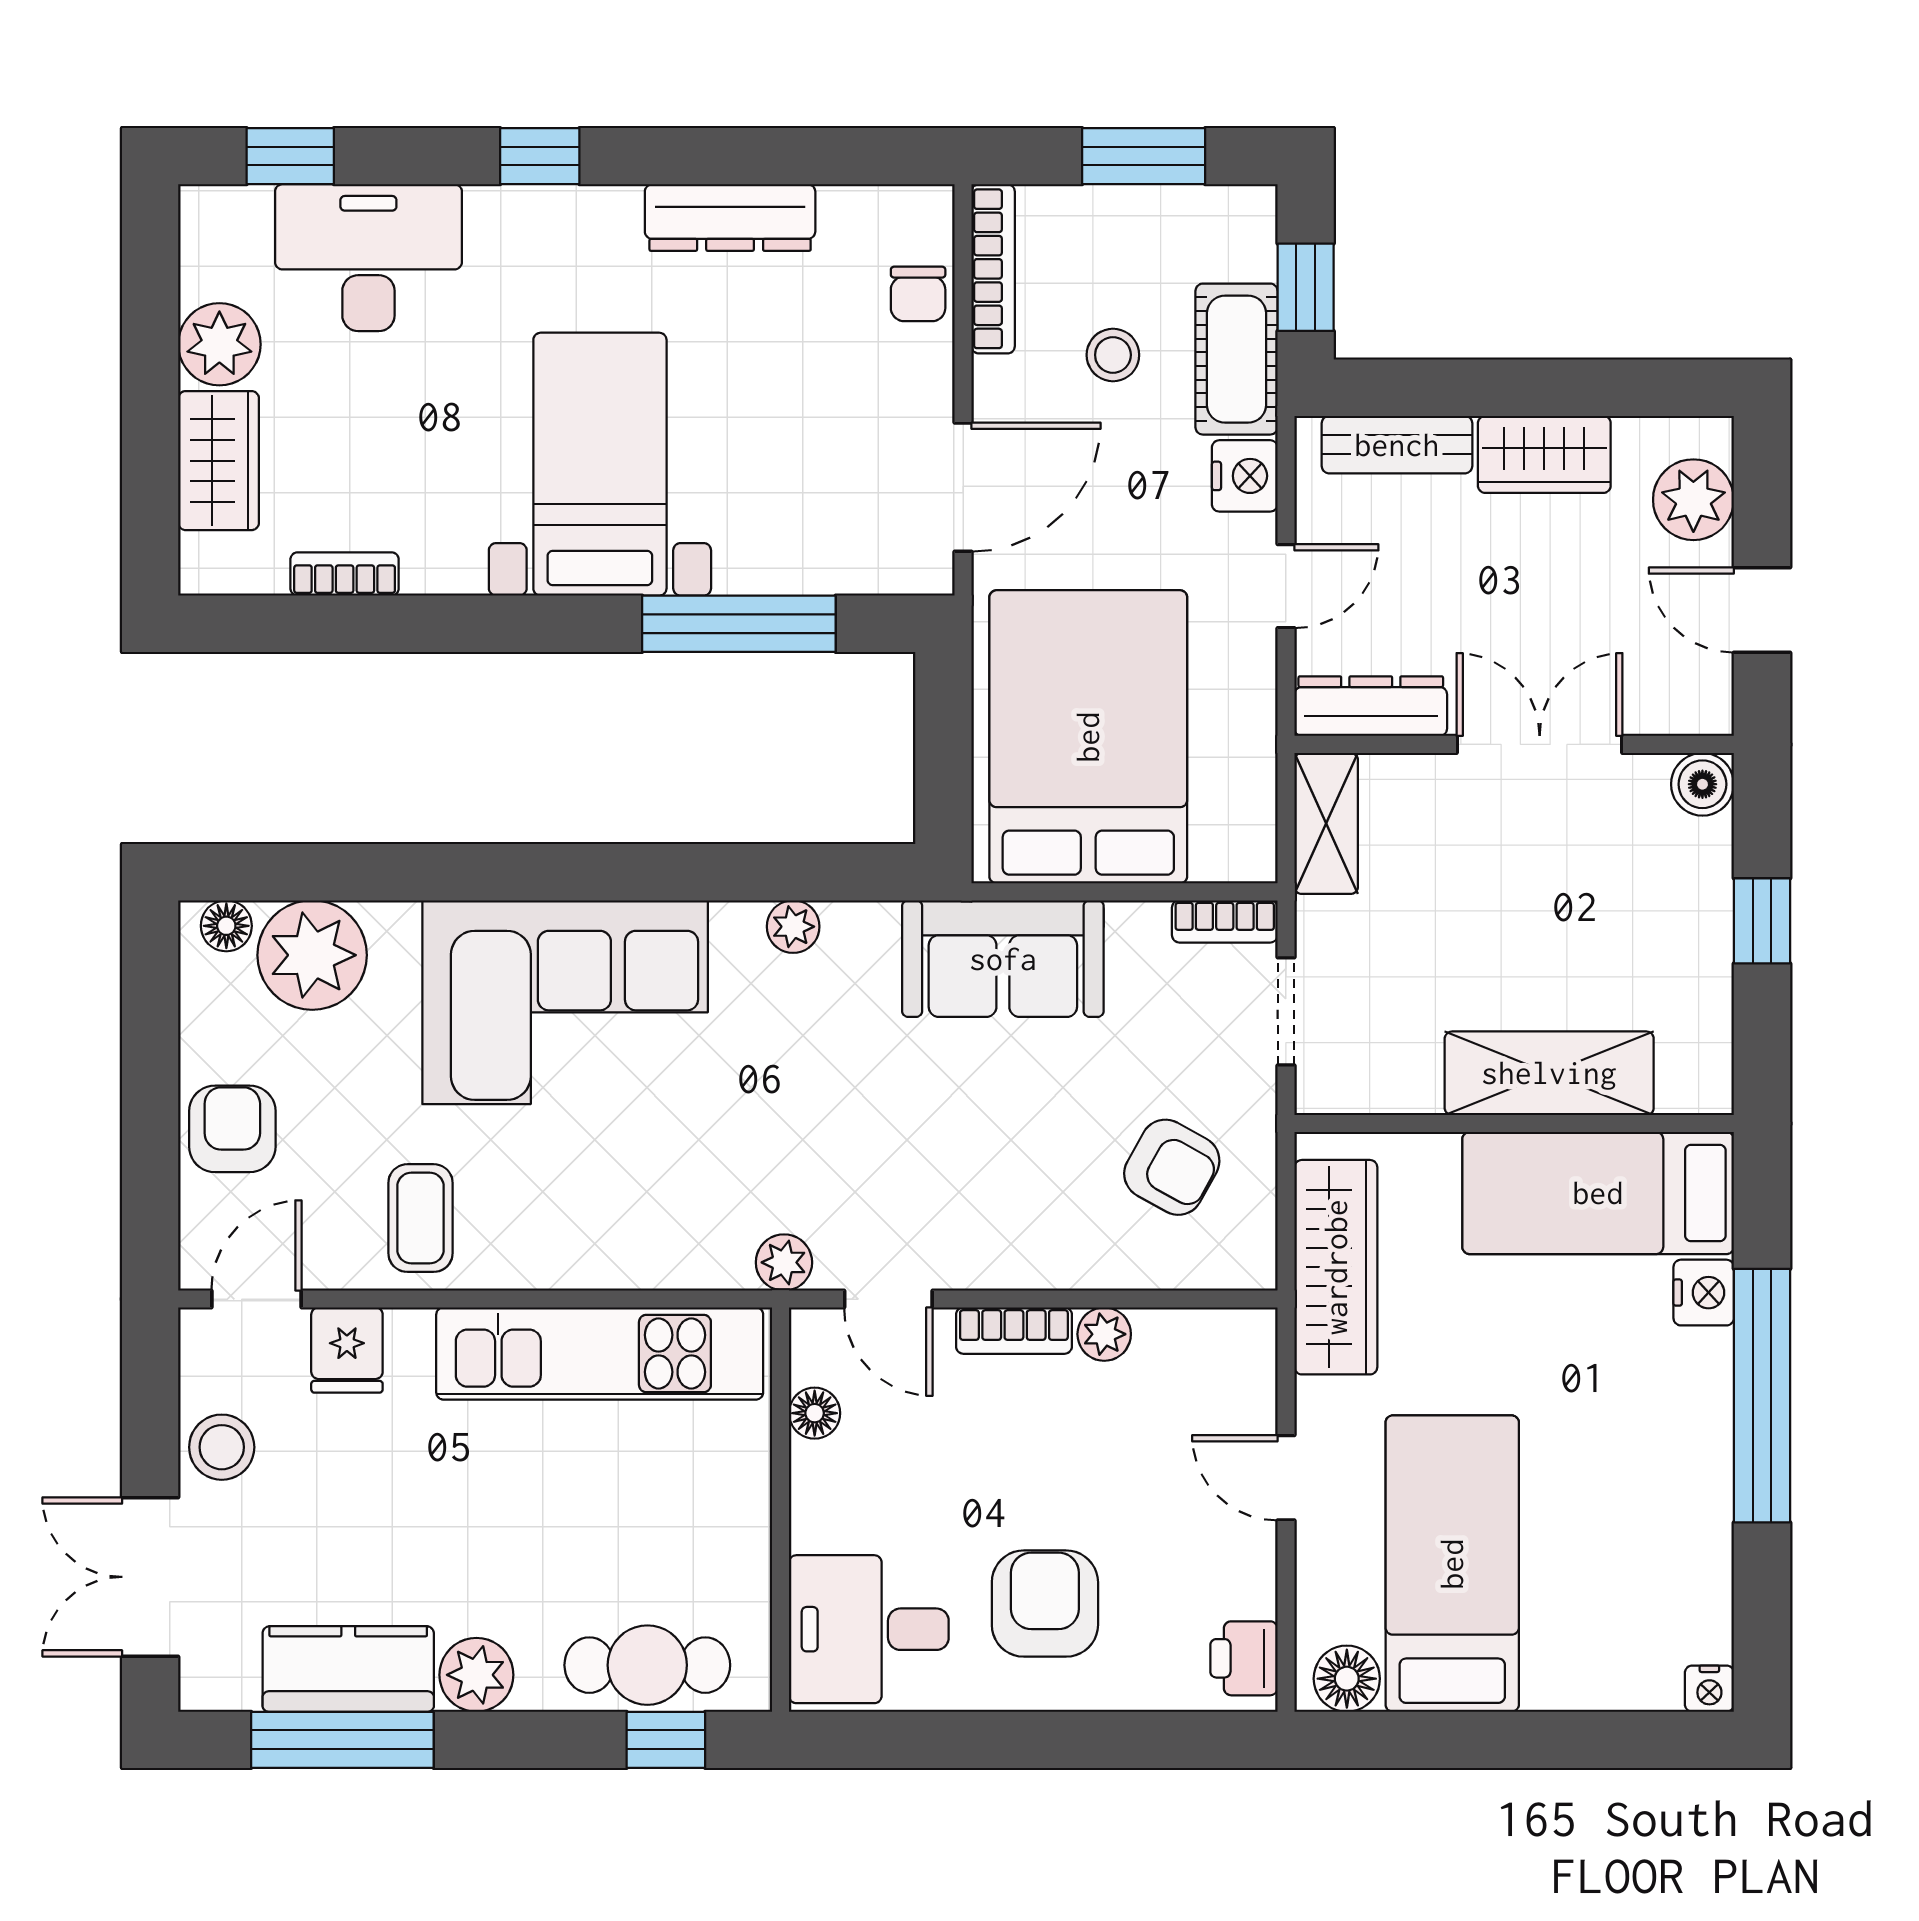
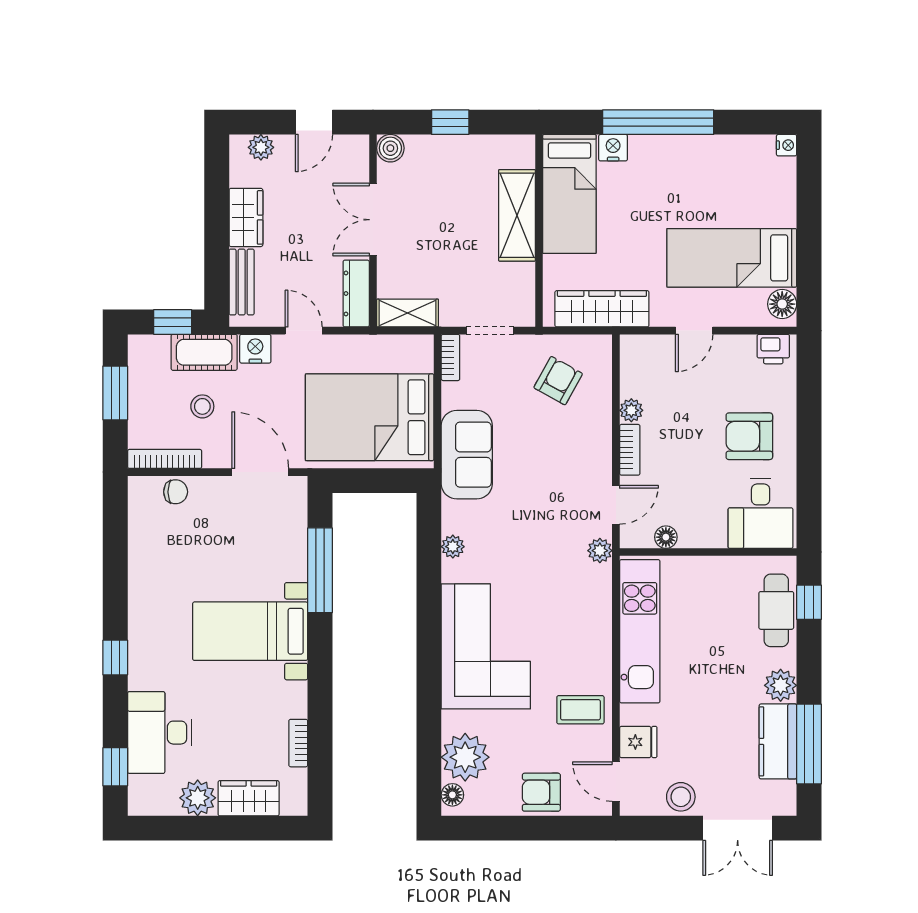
dresser: (730, 218) -> (142, 574), removed
plant: (1693, 500) -> (261, 147), width x0.73, depth x0.73

